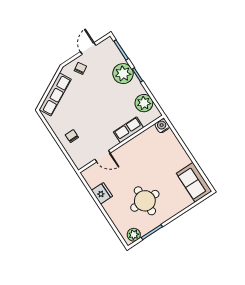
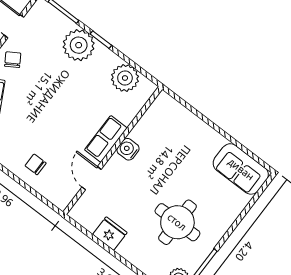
water cooler: (162, 126) -> (128, 149), moved
row of seats: (128, 130) -> (106, 139), moved
door: (103, 156) -> (92, 178), swing flipped

